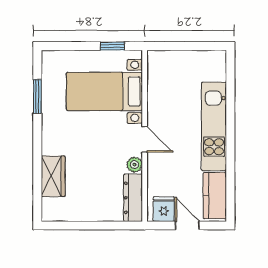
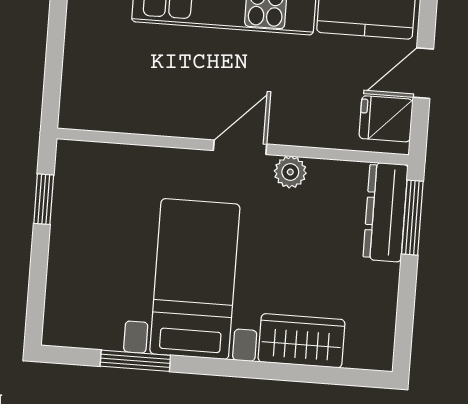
bed with nightstands: (104, 91) -> (195, 279), moved, turned 180
dresser: (133, 198) -> (385, 212), moved, turned 90
window: (117, 225) -> (412, 218), added

